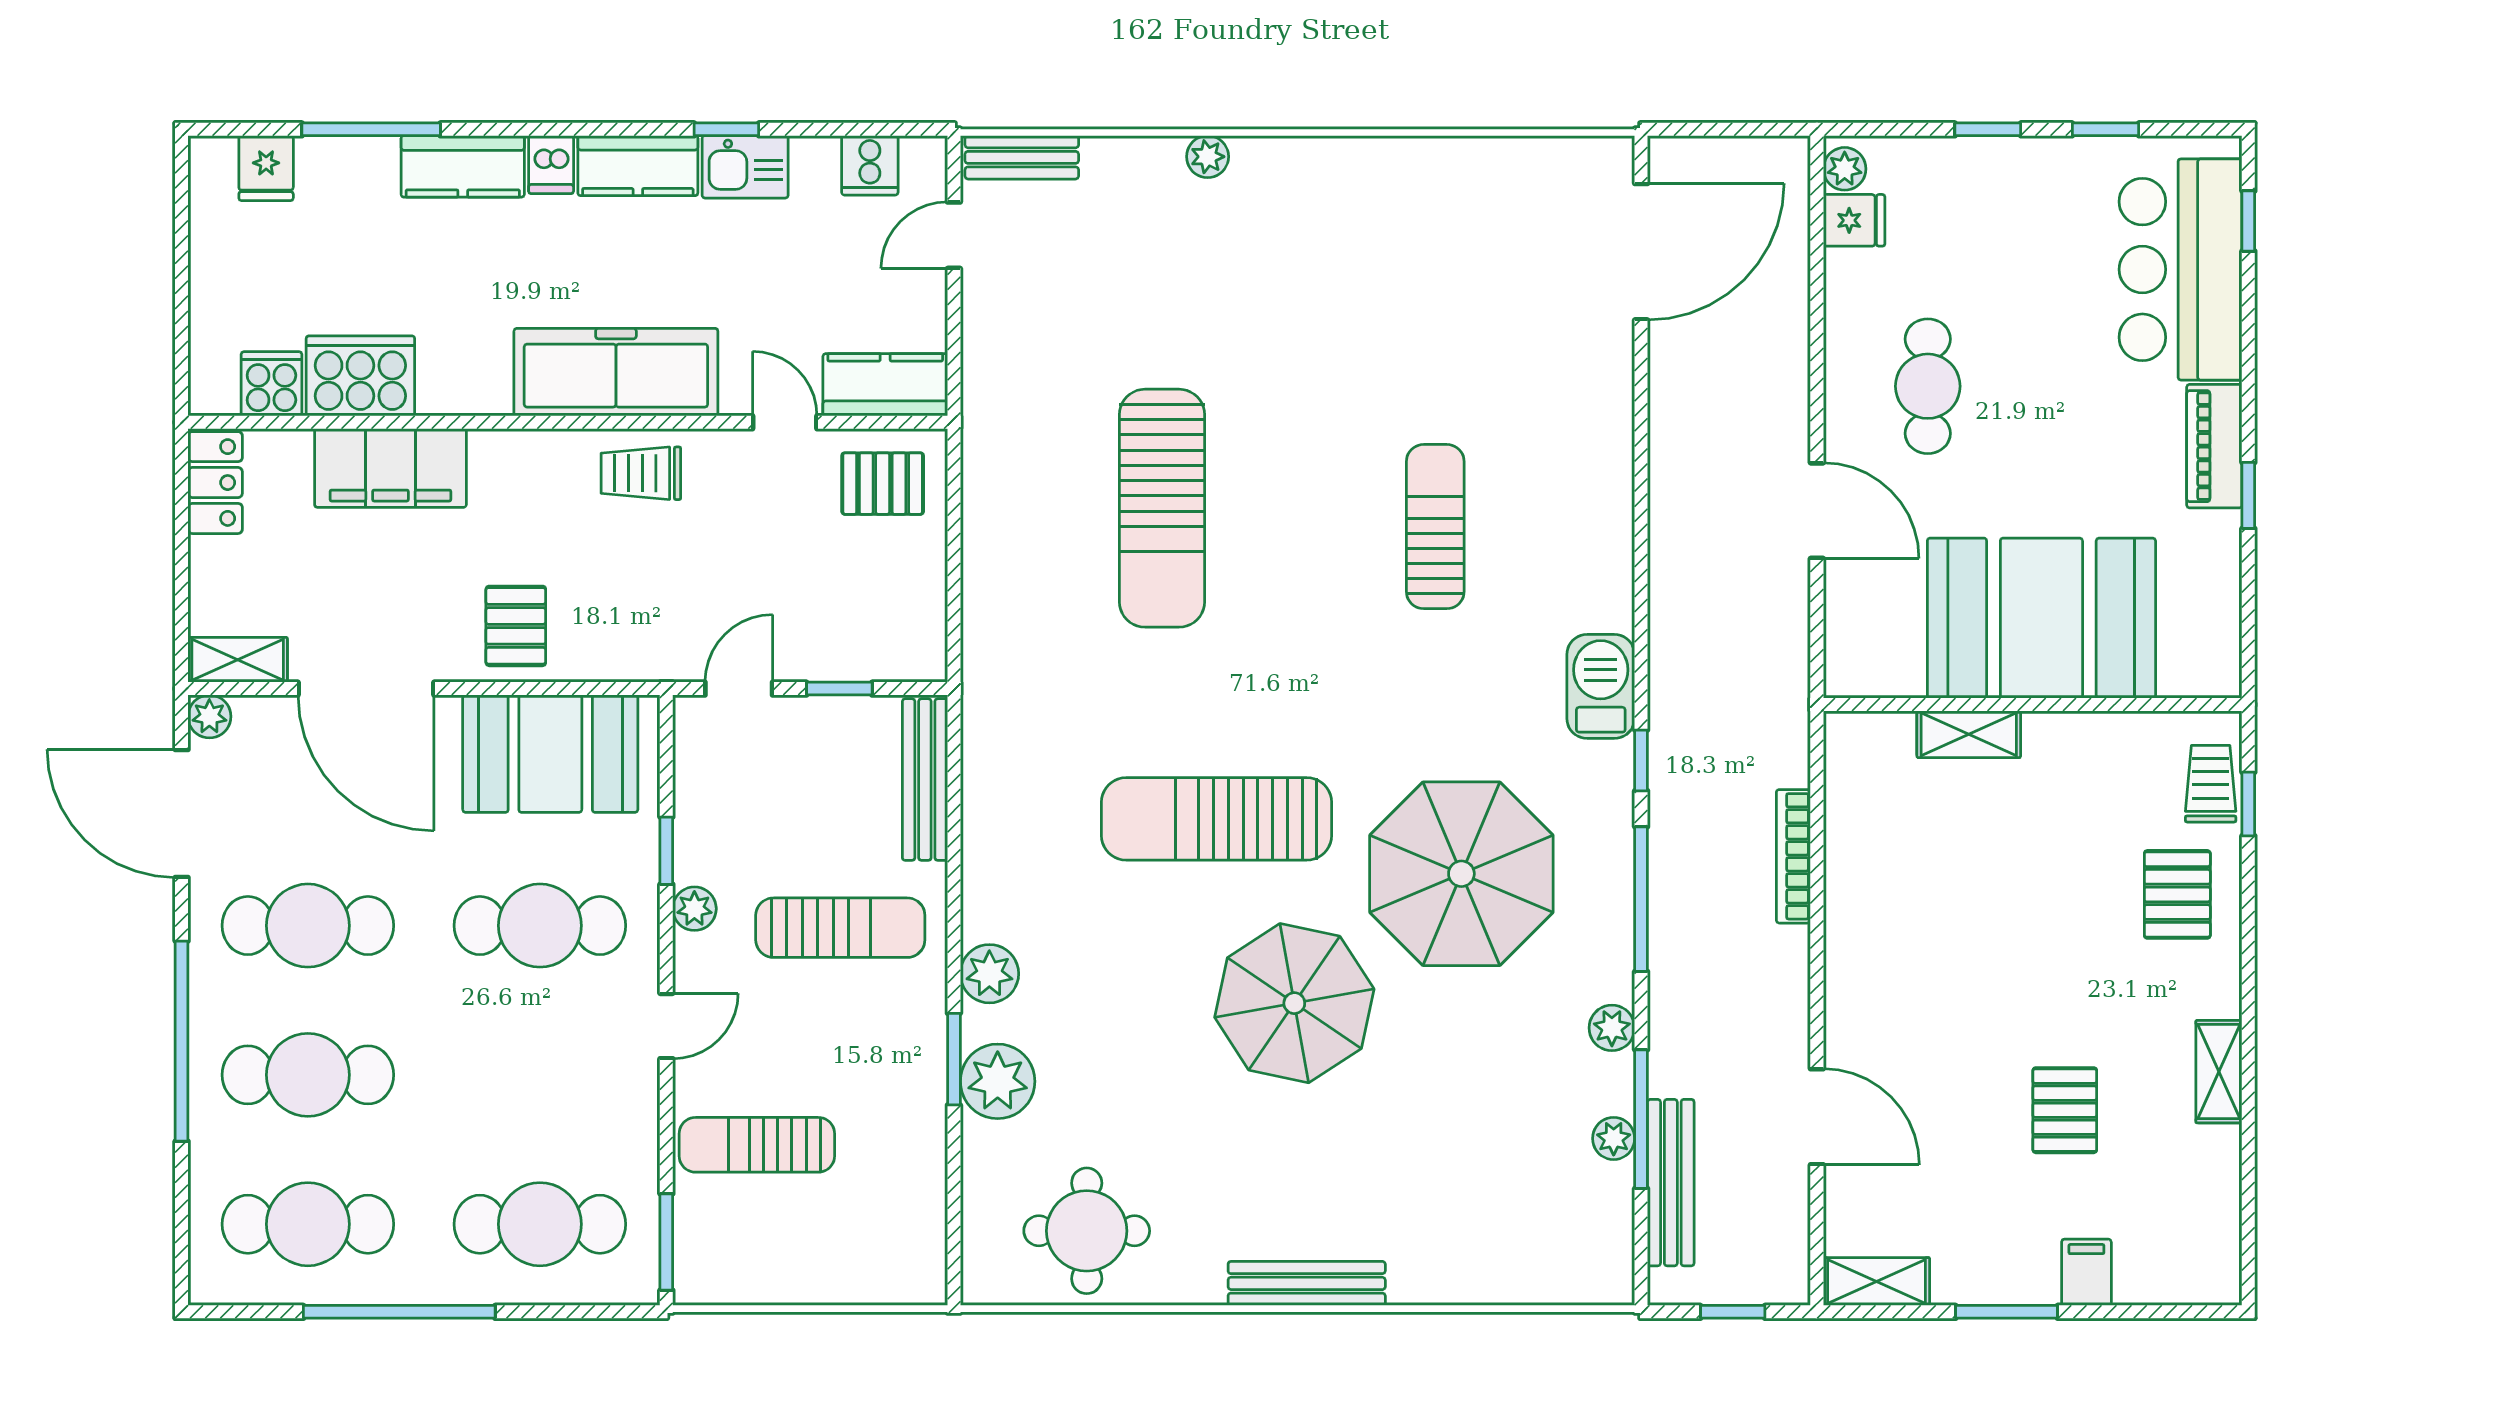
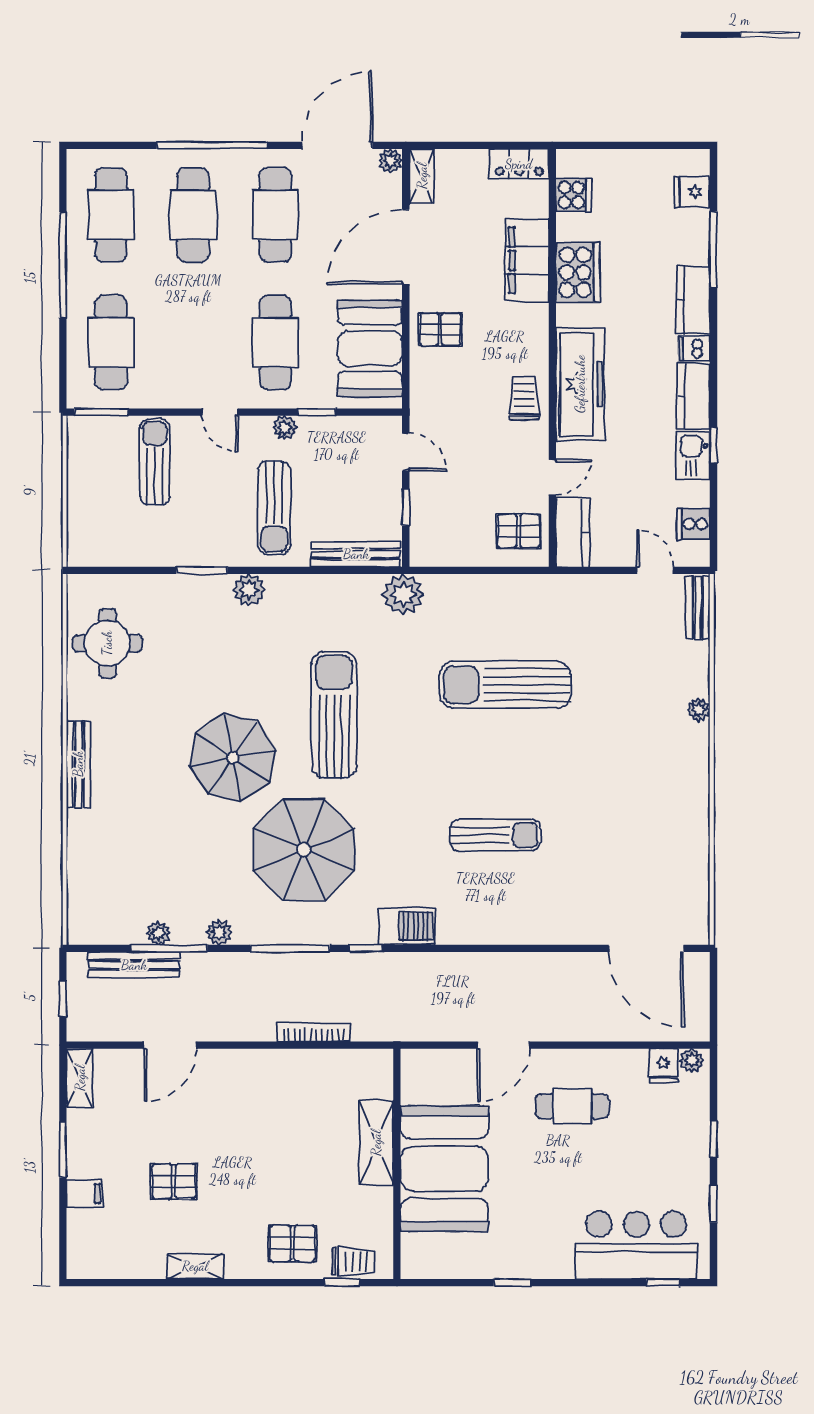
cooker: (360, 376) -> (578, 272), moved
piano: (2214, 446) -> (539, 1264), removed
pallet: (883, 484) -> (519, 531), turned 90
shelving: (1969, 734) -> (376, 1143), width x1.50, depth x1.33
plant: (998, 1081) -> (403, 594), moved

